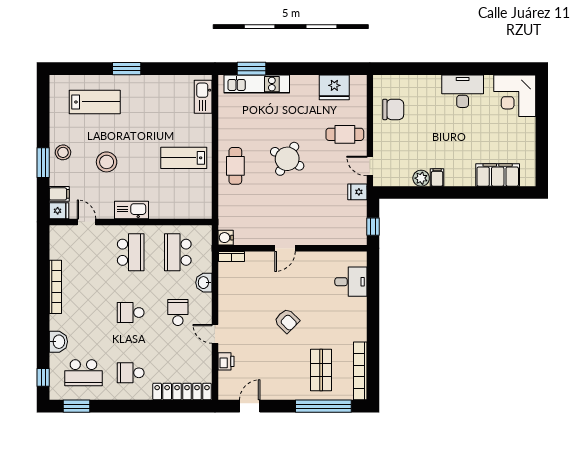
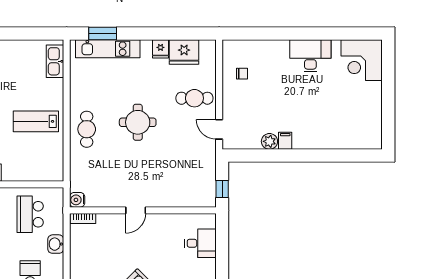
chair: (393, 109) -> (242, 74), width x0.54, depth x0.54
round table: (287, 159) -> (138, 122), turned -30
filing cabinet: (498, 175) -> (345, 138), removed
fridge: (357, 192) -> (160, 49), moved, turned -90

